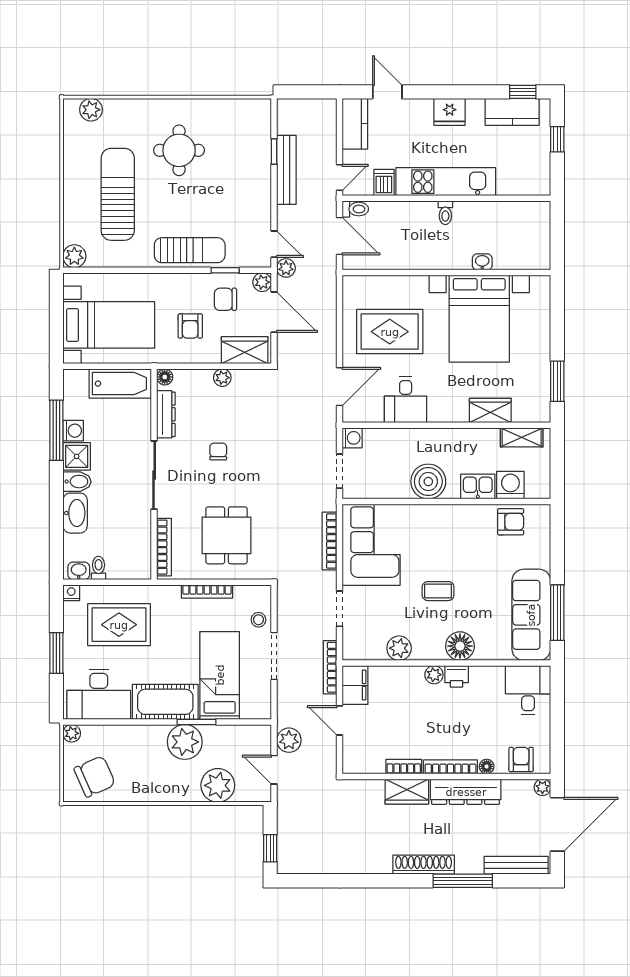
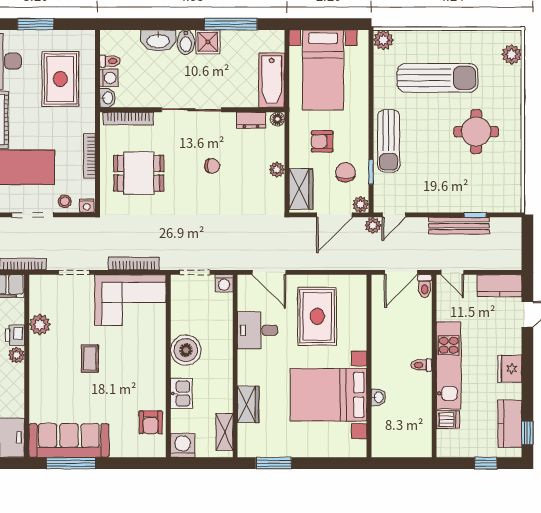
dishwasher: (384, 183) -> (448, 420), moved
dresser: (166, 414) -> (251, 120), width x0.70
washing machine: (73, 431) -> (109, 78), moved, turned -90
washing machine: (510, 485) -> (183, 445), moved, turned -90
washbasin: (79, 571) -> (107, 98), moved
nightstand: (71, 593) -> (87, 206), moved, turned 90
floor lamp: (460, 646) -> (42, 378), removed
printer: (457, 676) -> (15, 335), moved

